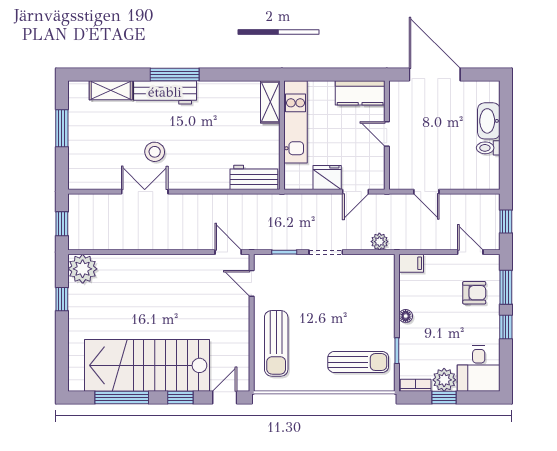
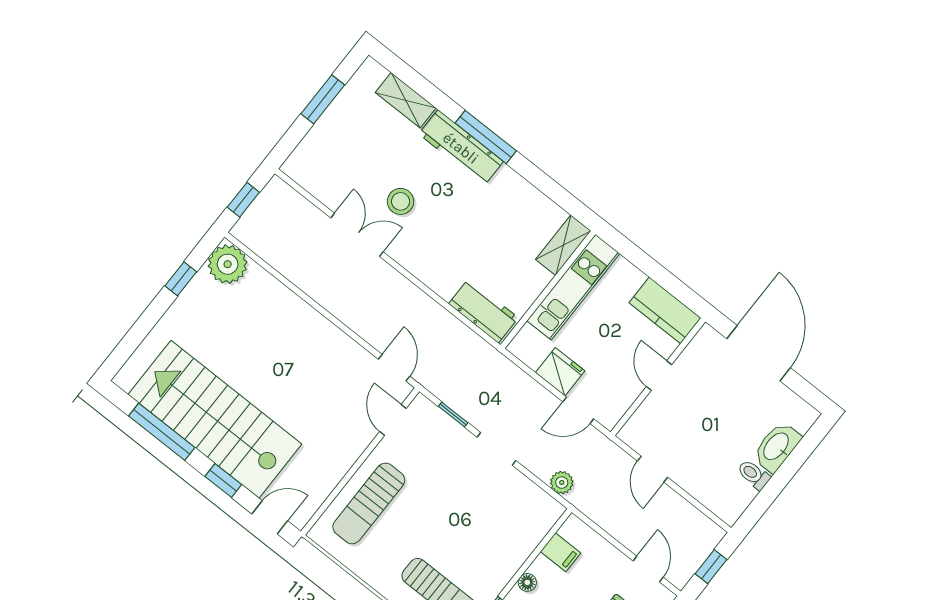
filing cabinet: (411, 263) -> (560, 552), moved

